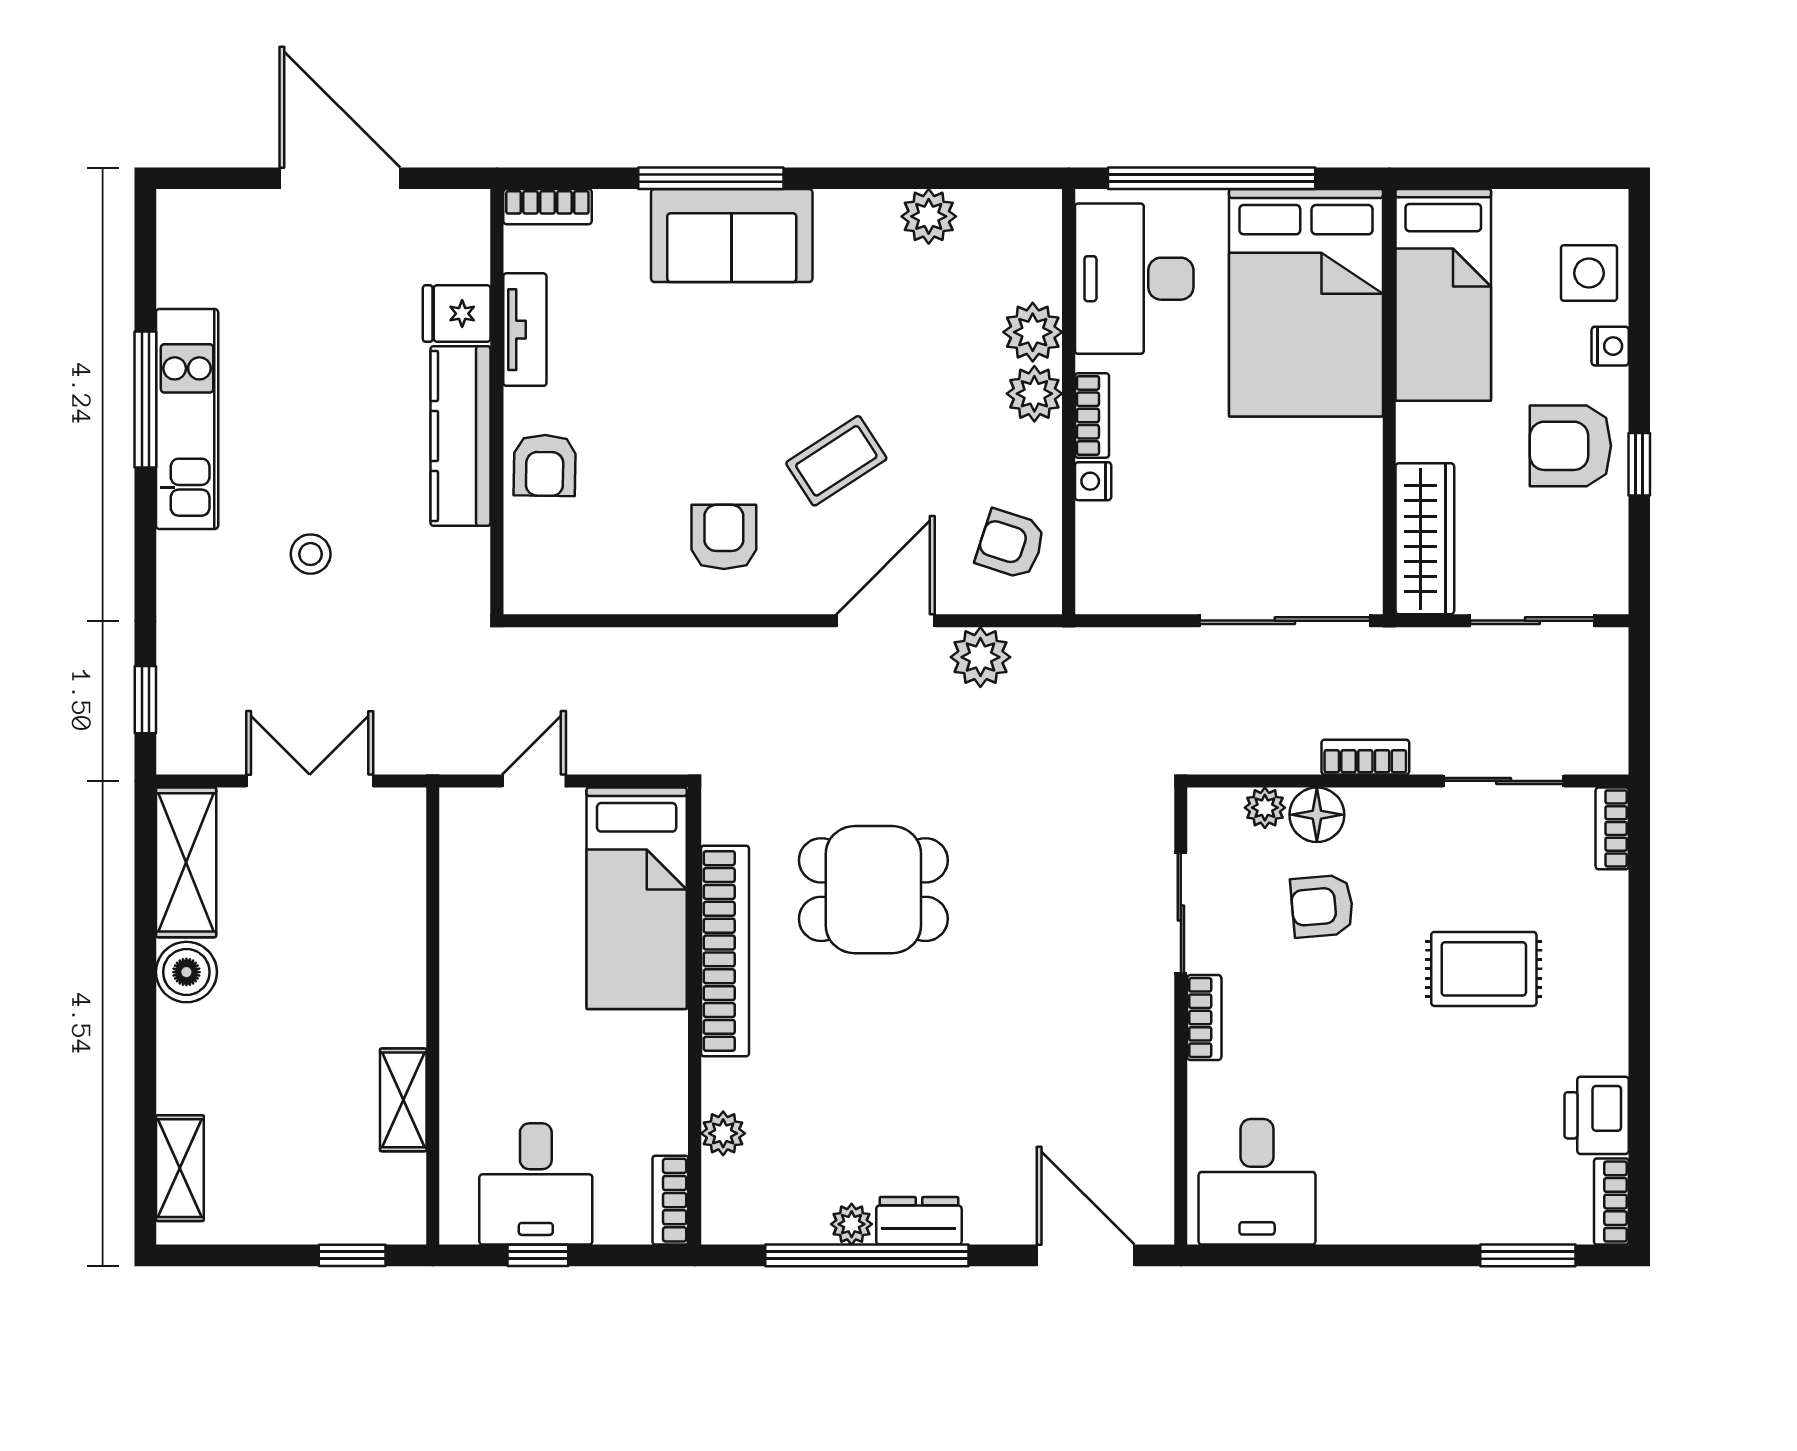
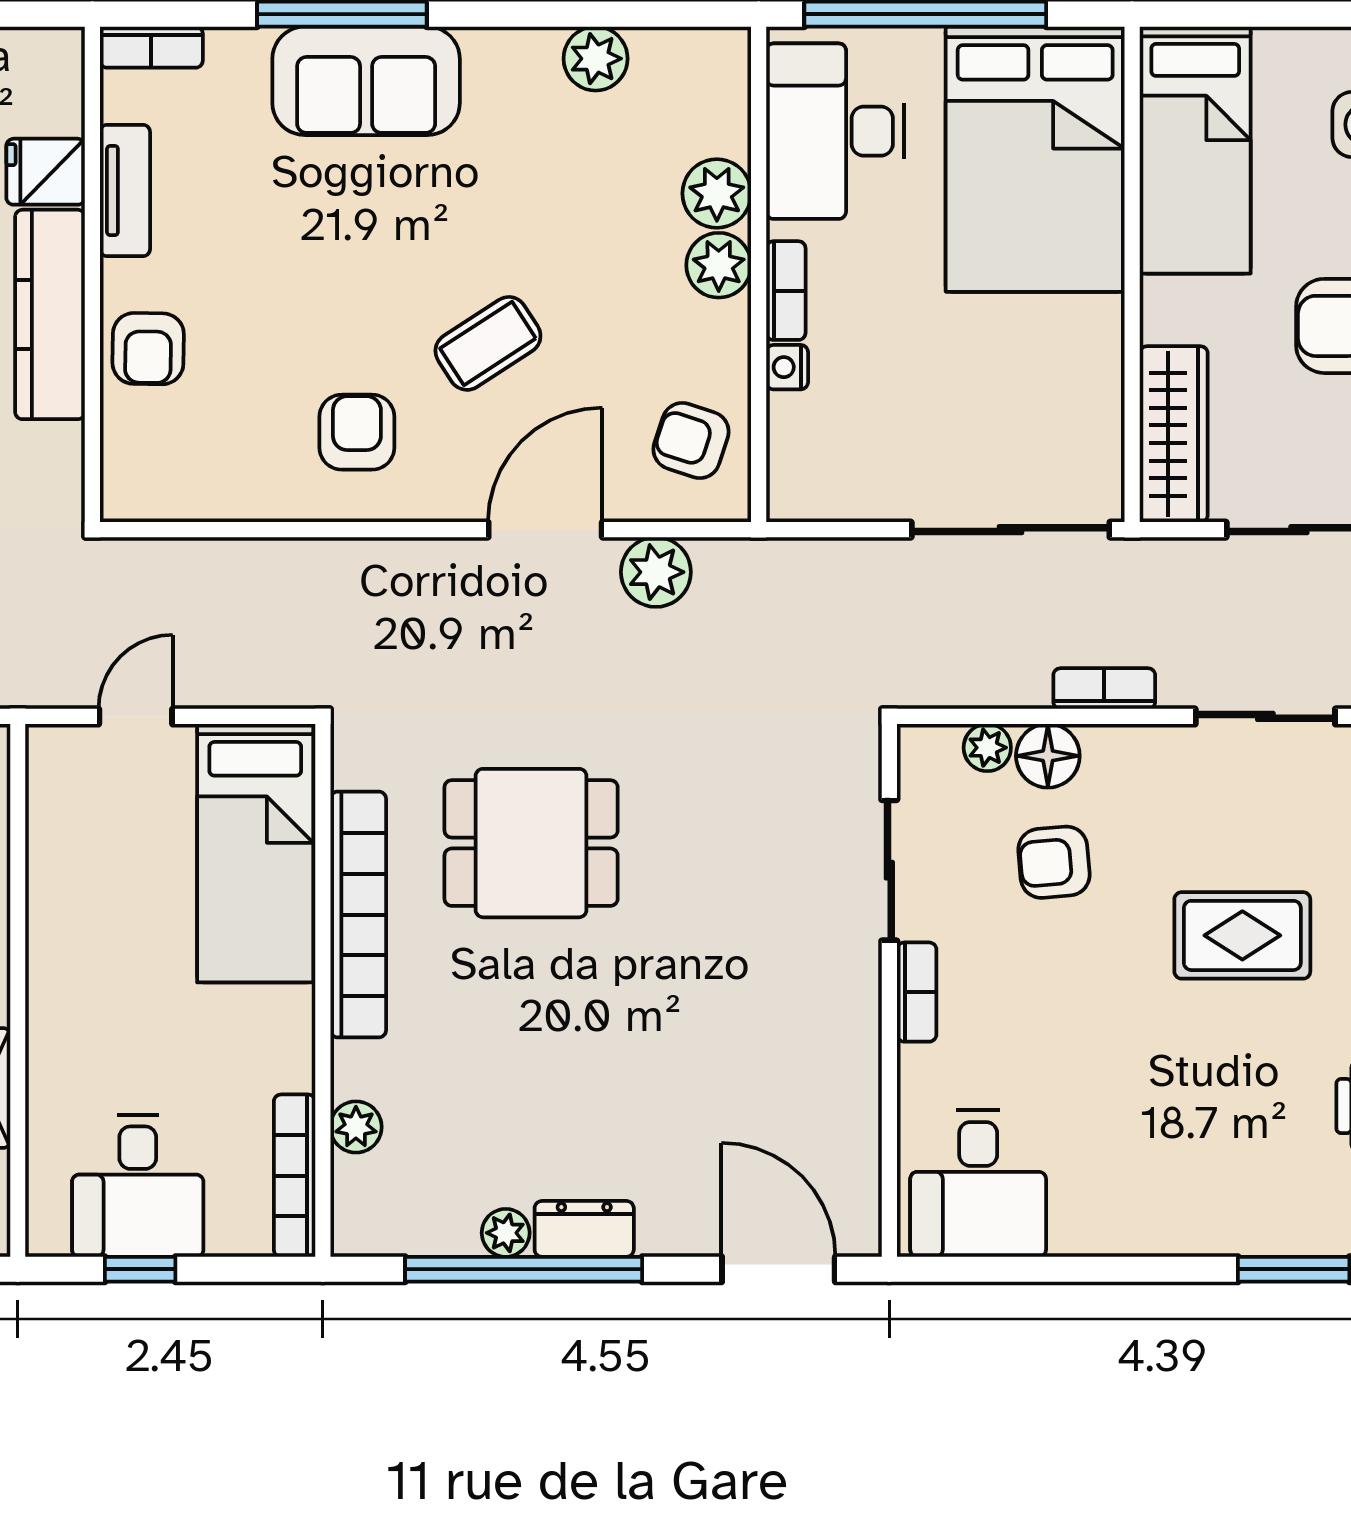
bookcase: (670, 1200) -> (295, 1176), width x1.56

